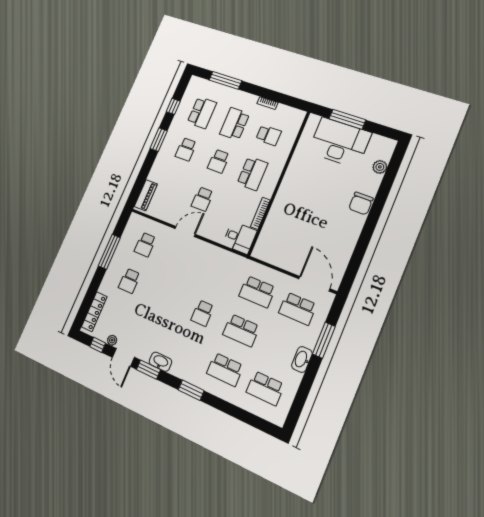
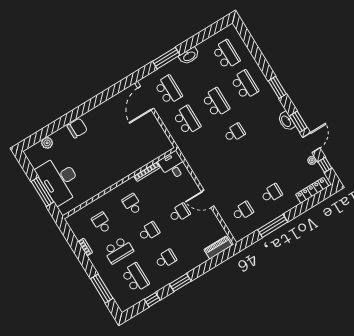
school desk: (202, 113) -> (135, 278), turned 90
school desk: (252, 173) -> (132, 204), width x0.54

